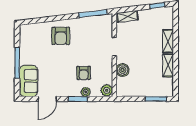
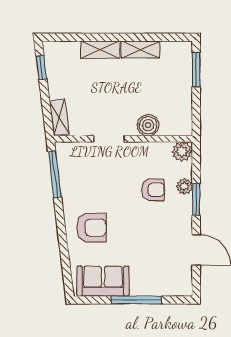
sofa: (28, 81) -> (103, 281), moved

